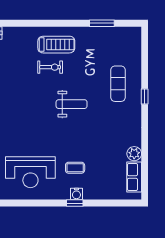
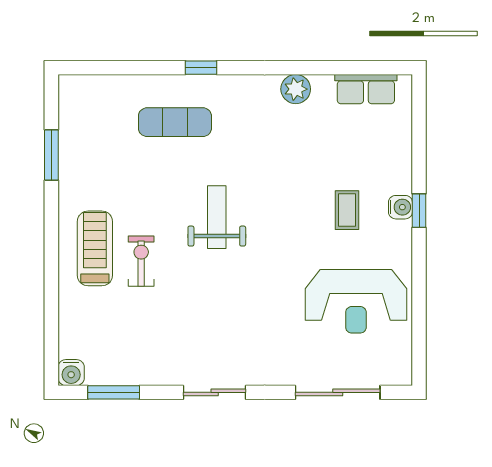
plant: (134, 154) -> (296, 89), moved
reception desk: (30, 172) -> (356, 301), turned 90

